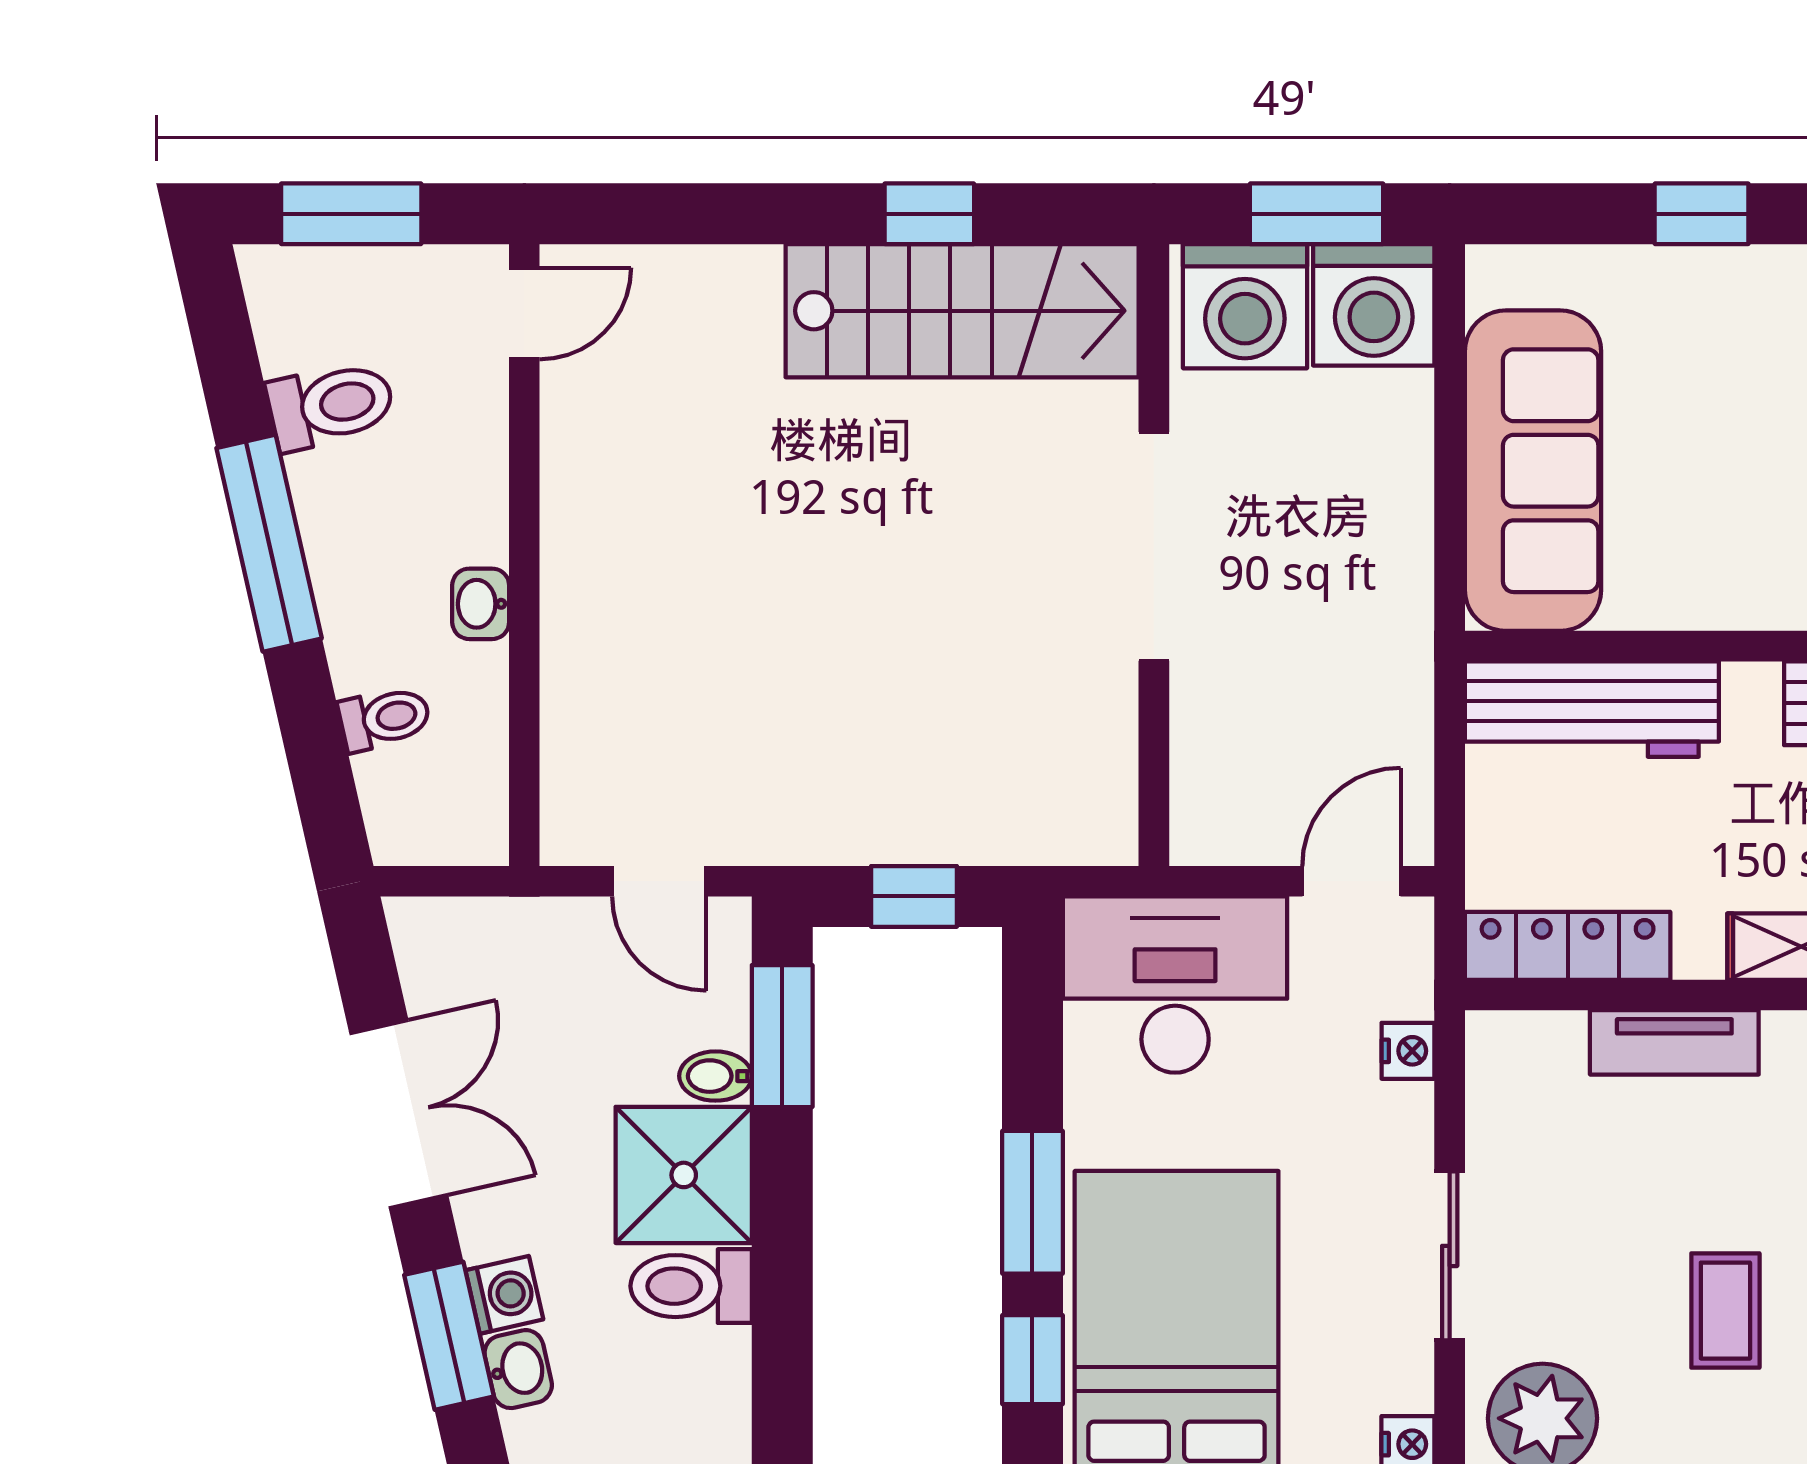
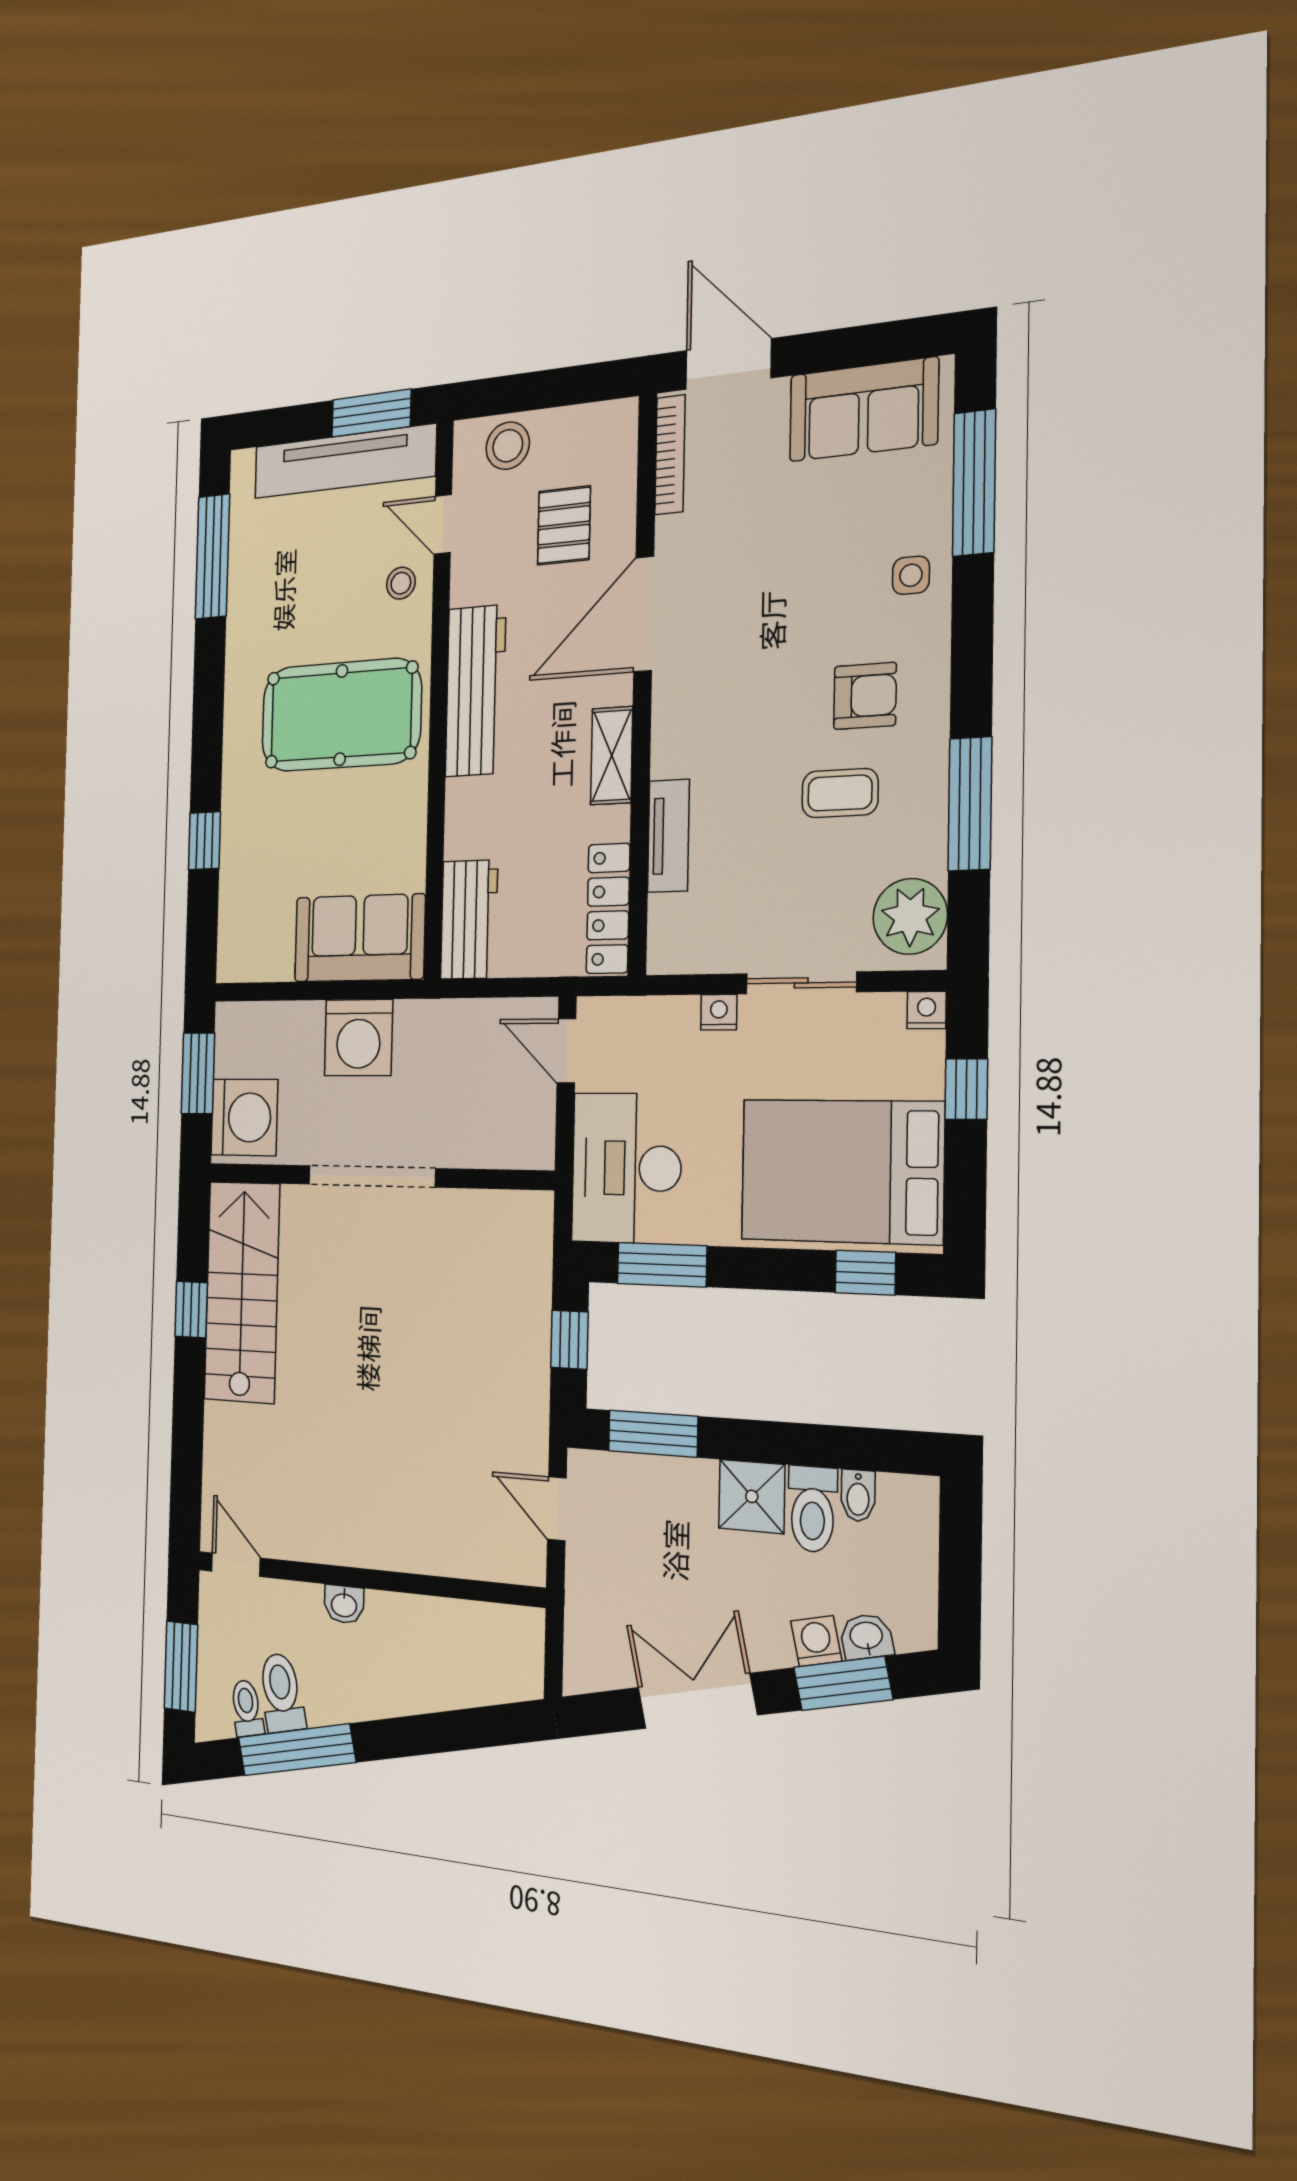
washing machine: (1374, 305) -> (358, 1038), moved, turned 90
sofa: (1533, 471) -> (359, 938), width x0.73
window: (269, 543) -> (297, 1750), moved
washbasin: (481, 604) -> (344, 1604), moved
workbench: (1592, 709) -> (469, 920), width x0.73
toilet: (385, 718) -> (247, 1708), moved
door: (659, 881) -> (557, 1509), swing flipped
nightstand: (1408, 1051) -> (719, 1012), moved
bidet: (716, 1076) -> (858, 1496), moved
shower: (684, 1175) -> (752, 1496), width x0.73, depth x0.73
window: (1032, 1202) -> (662, 1265), moved

